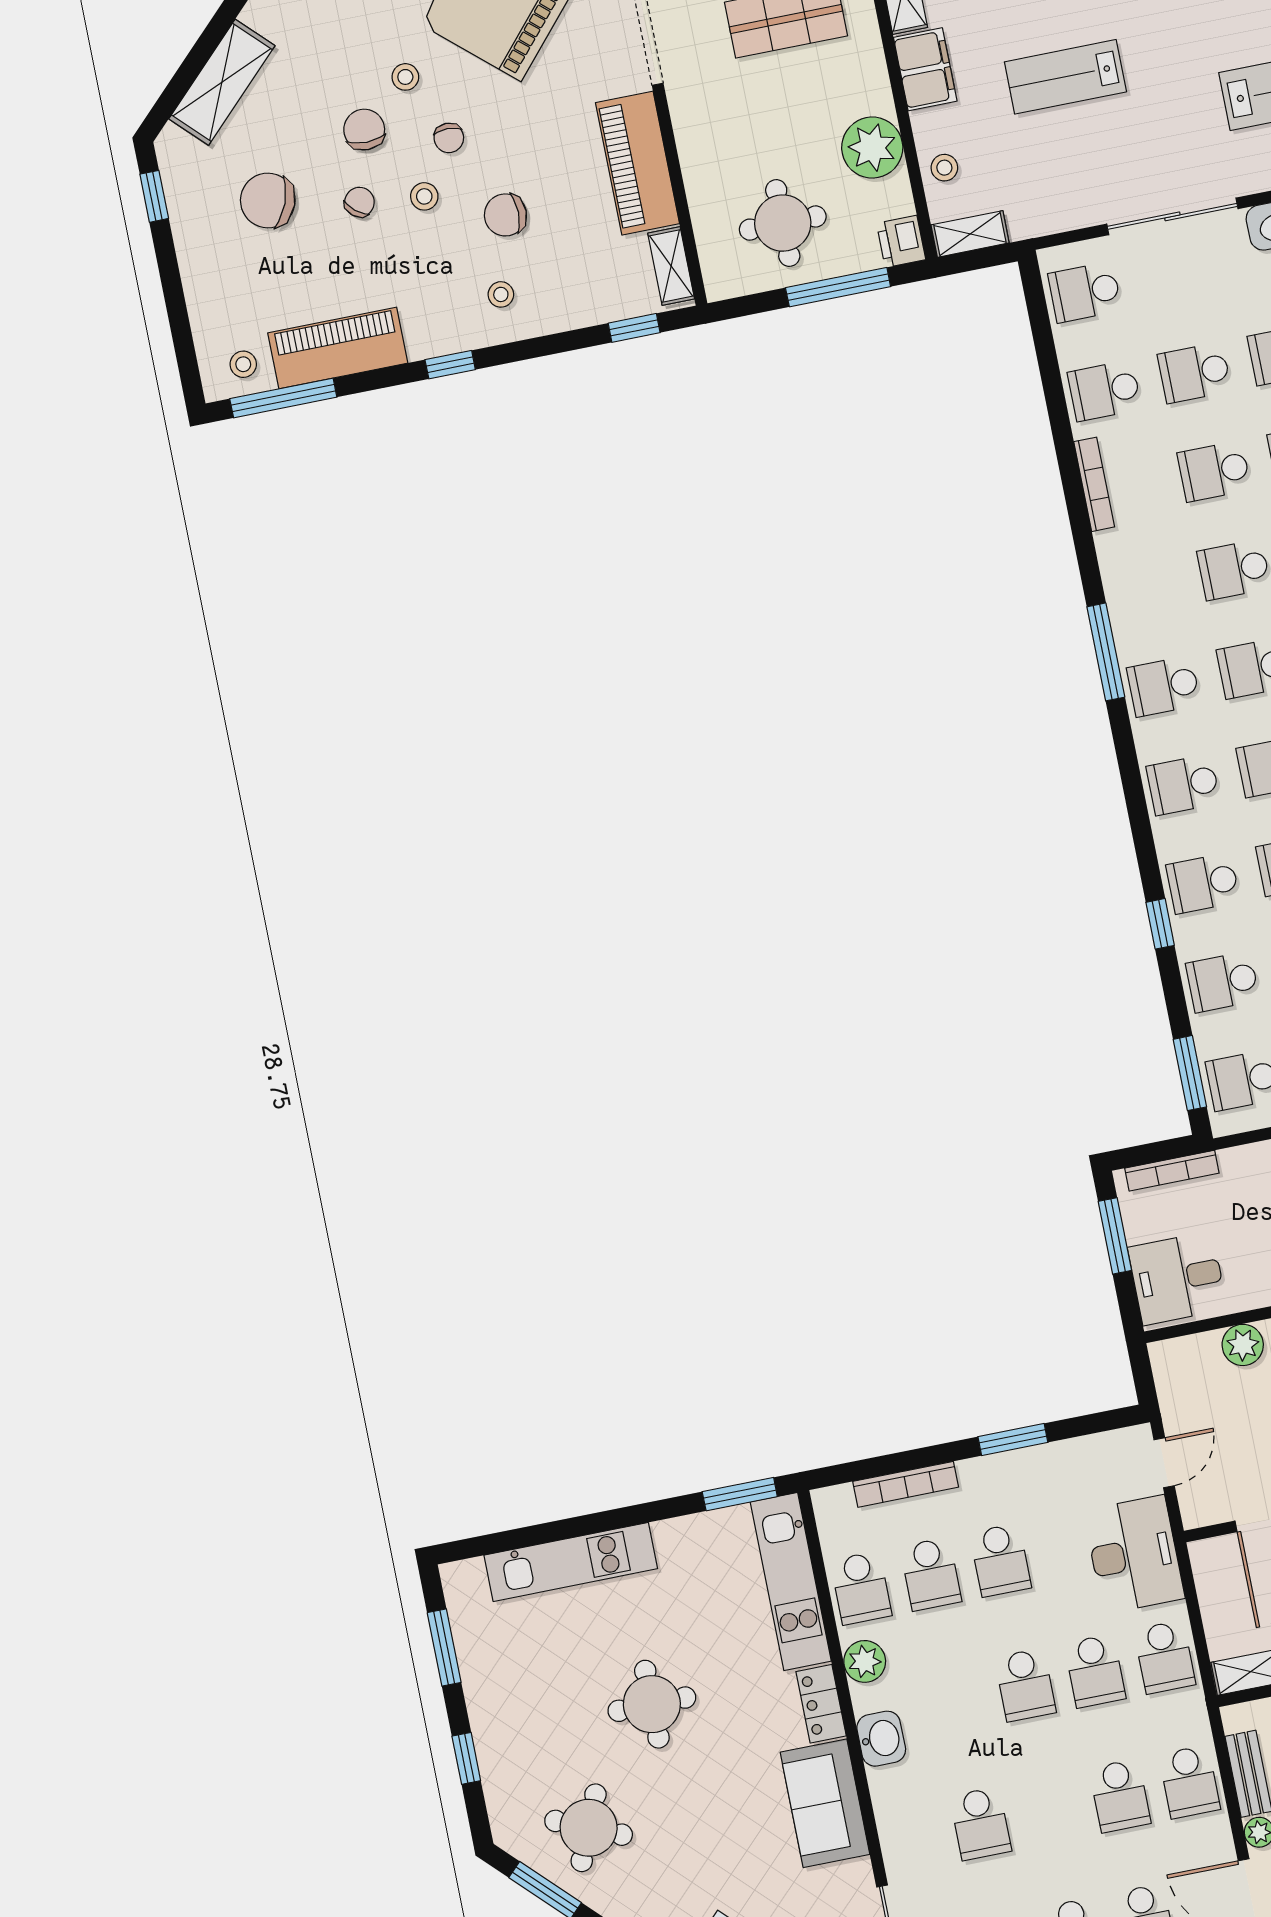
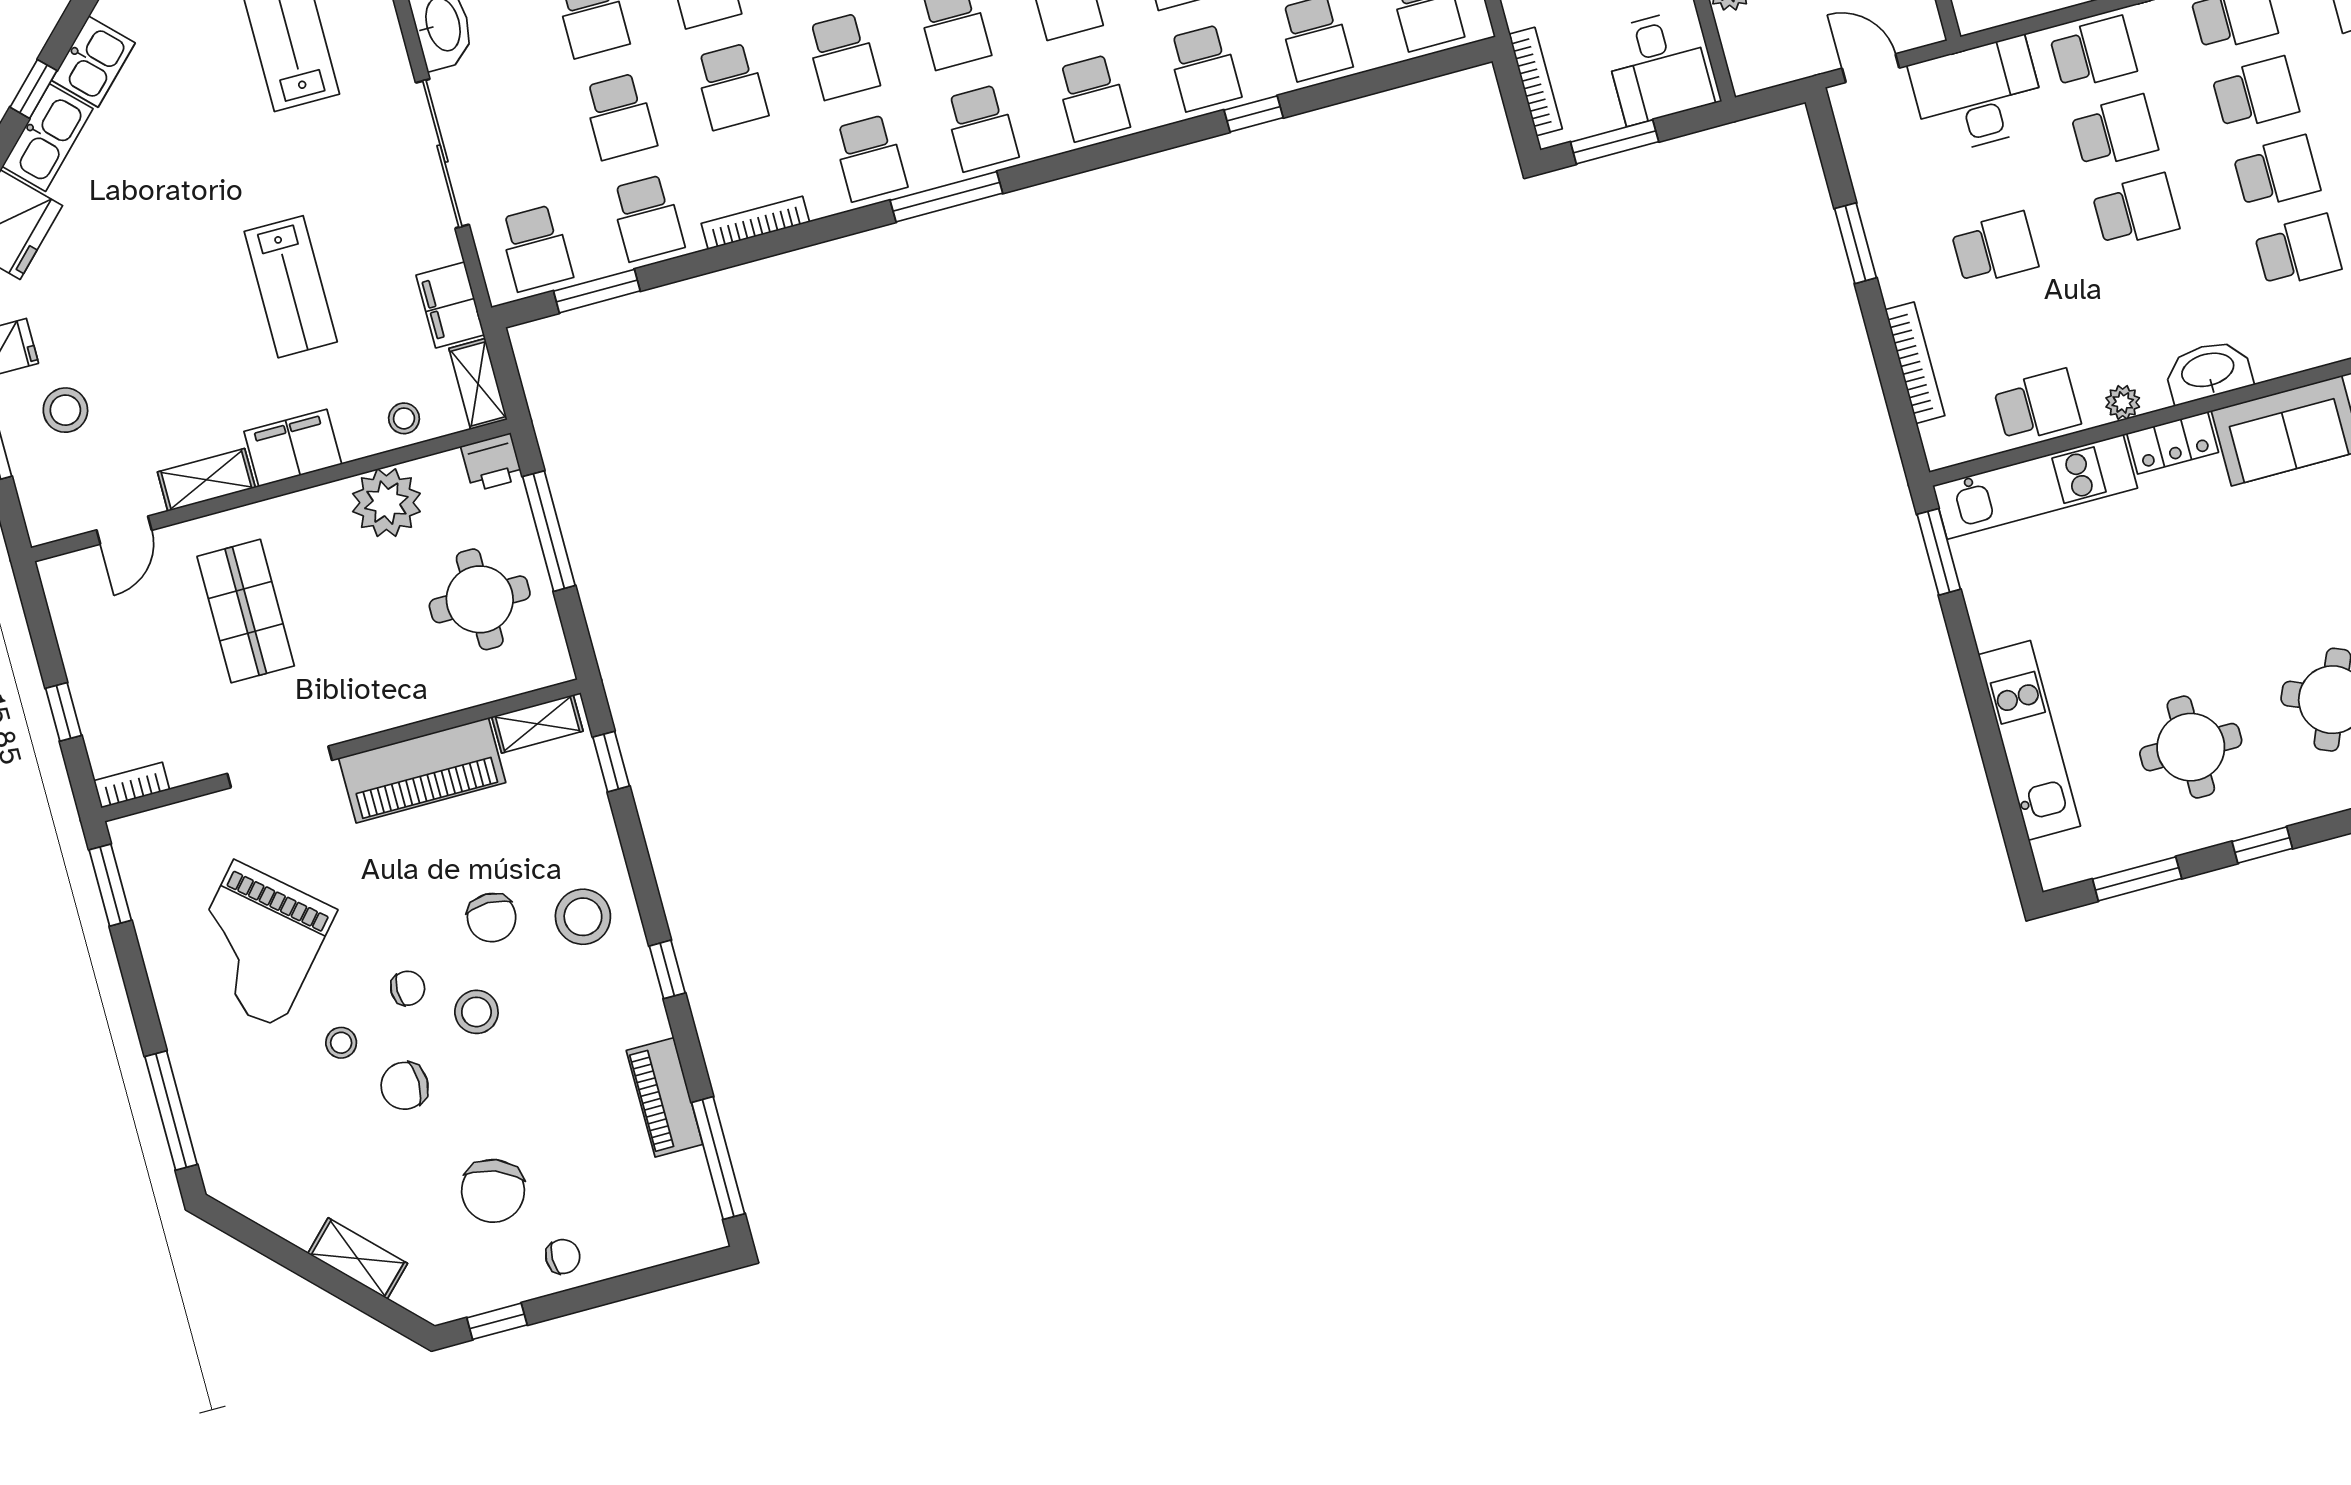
shelving: (222, 82) -> (358, 1258), width x0.67, depth x0.75
stool: (424, 196) -> (476, 1012), width x1.37, depth x1.37
chair: (359, 202) -> (563, 1257), moved, turned 140
filing cabinet: (1040, 214) -> (450, 305), added
stool: (501, 294) -> (583, 917), width x1.89, depth x1.89
piano: (338, 348) -> (665, 1097), width x0.73, depth x0.75
stool: (243, 364) -> (682, 1206), removed
school desk: (1144, 588) -> (870, 158), added
window: (1190, 1073) -> (597, 291), moved
school desk: (931, 1574) -> (2277, 172), moved
plant: (865, 1661) -> (2123, 402), width x0.73, depth x0.73
round table: (652, 1704) -> (2191, 747), moved
washbasin: (881, 1739) -> (2208, 371), width x1.38

